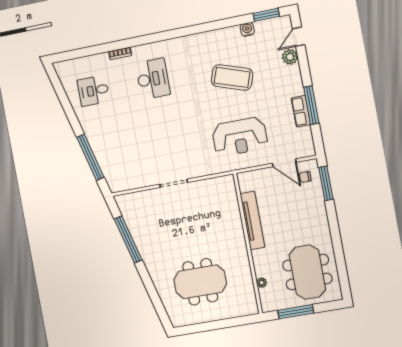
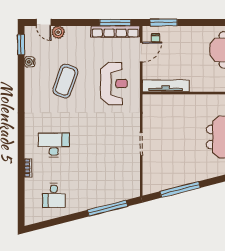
window: (311, 105) -> (115, 22), moved
row of seats: (301, 111) -> (115, 32), width x2.02
tv unit: (252, 220) -> (166, 86), moved

